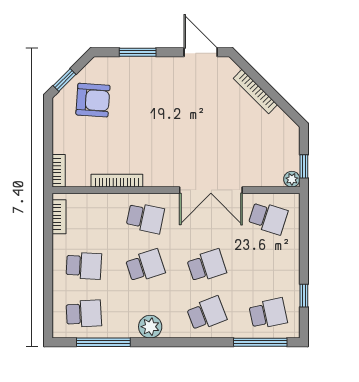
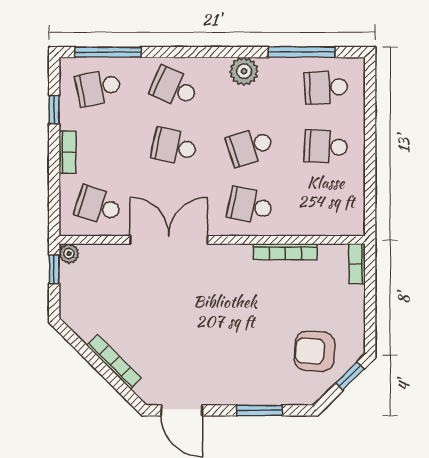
bookcase: (59, 217) -> (68, 152), moved, turned 180
school desk: (207, 266) -> (174, 147), turned 30
school desk: (207, 314) -> (174, 87), turned 45

